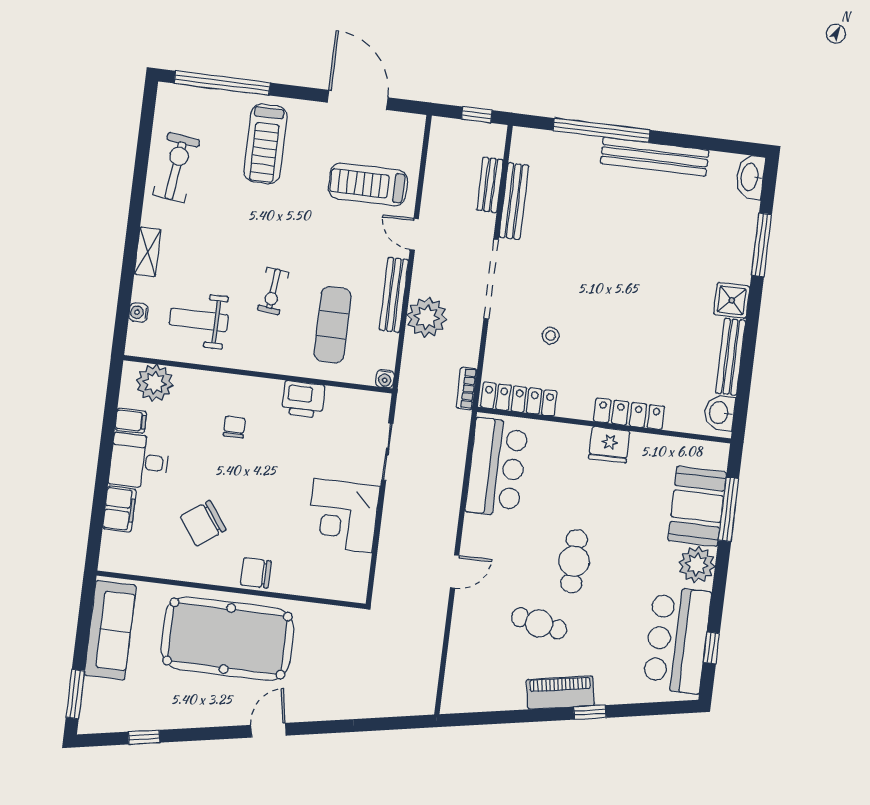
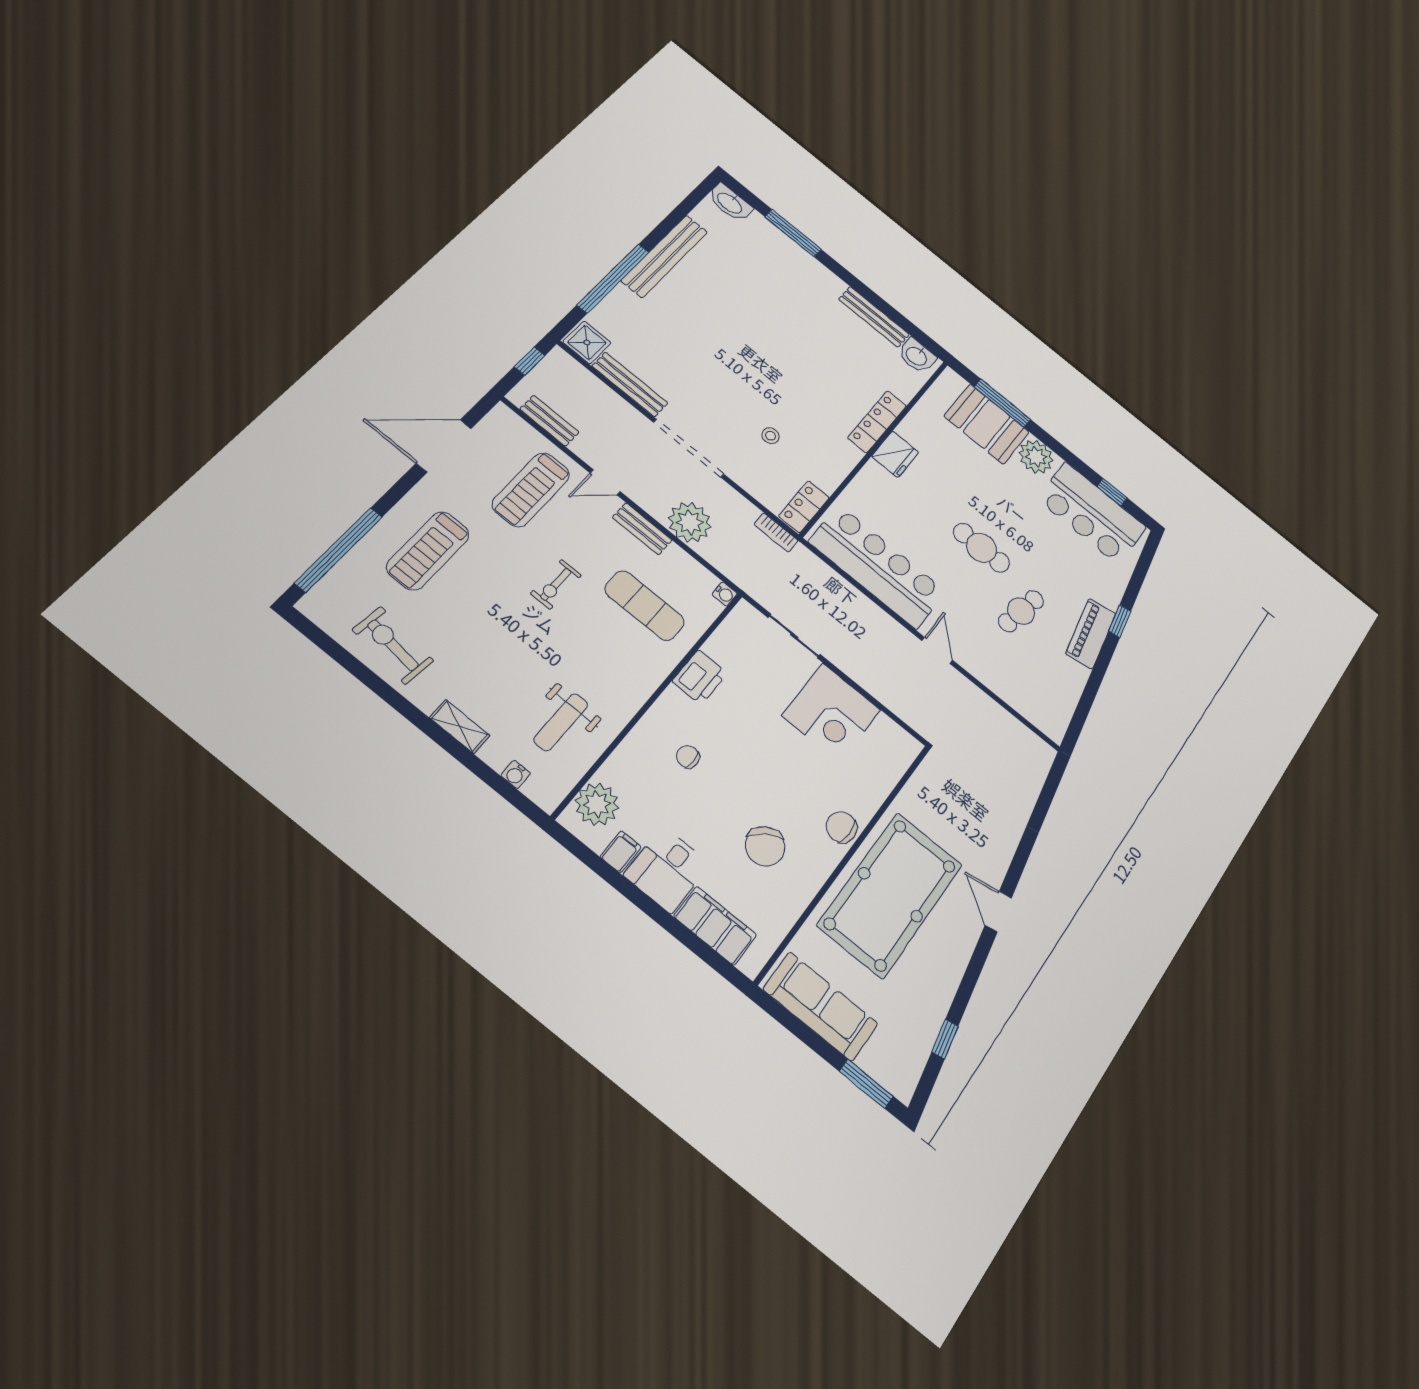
treadmill: (265, 144) -> (428, 551), turned 90
bench: (490, 185) -> (549, 421), moved
exercise bike: (273, 291) -> (556, 584), moved, turned 84
bench: (394, 295) -> (642, 529), width x0.73
shower: (732, 300) -> (587, 342), moved
locker: (519, 399) -> (804, 507), width x0.66
bar counter: (497, 467) -> (877, 567), width x1.36
filing cabinet: (119, 509) -> (715, 926), width x1.50, depth x1.17
chair: (256, 573) -> (841, 827), turned 90

